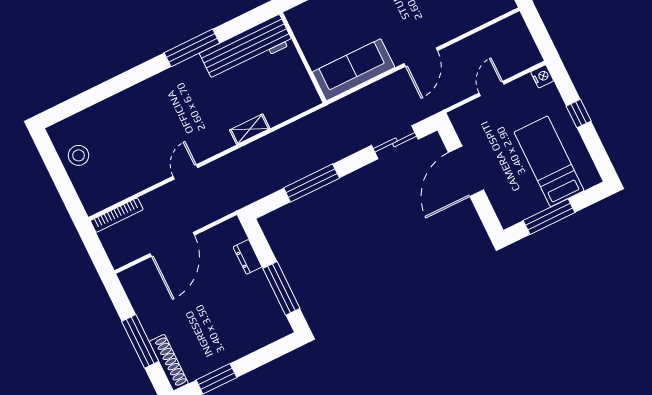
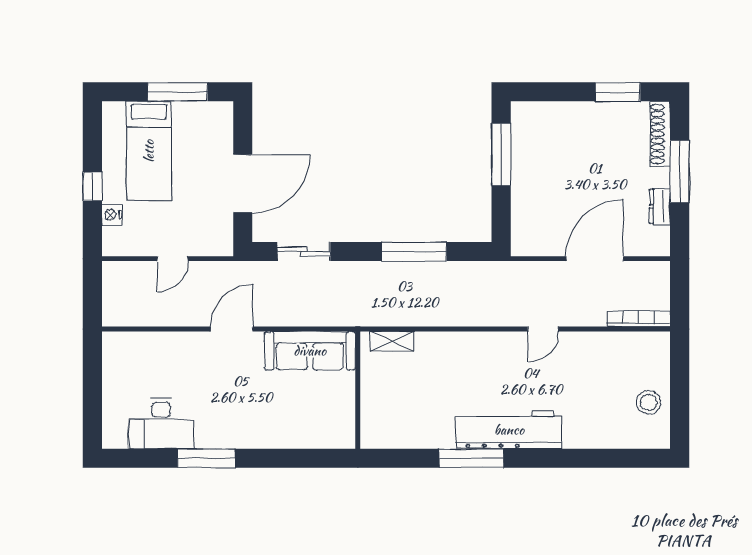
workbench: (246, 48) -> (509, 430), moved
nightstand: (542, 76) -> (112, 215), moved
shelving: (250, 129) -> (392, 341), moved
dresser: (248, 257) -> (660, 206), moved, turned 180

